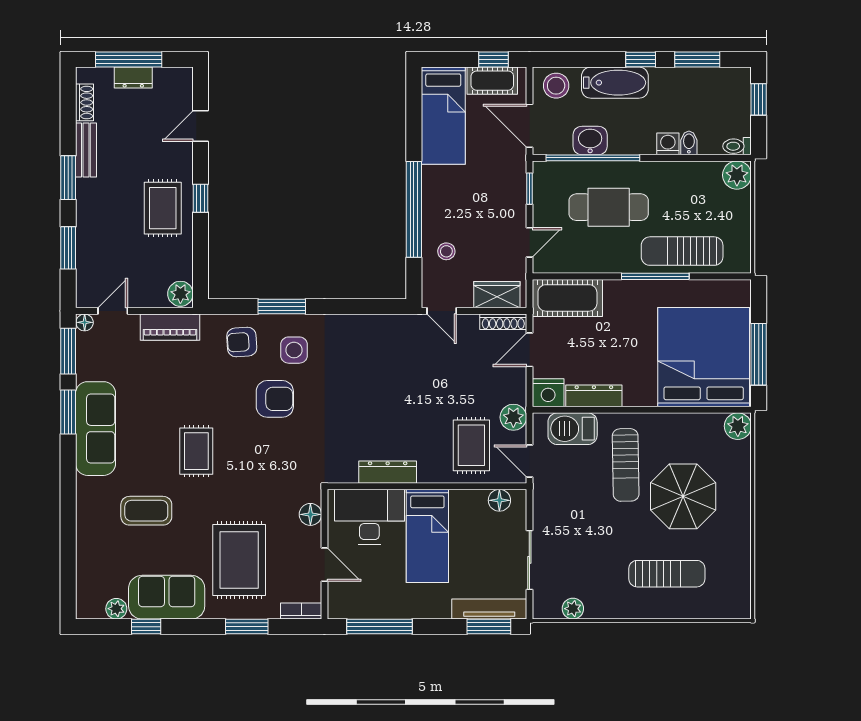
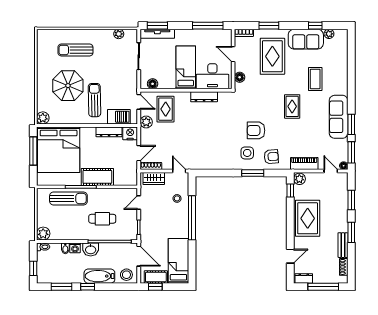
dresser: (133, 78) -> (304, 278), moved
washbasin: (590, 141) -> (91, 249), moved
window: (201, 198) -> (290, 191), moved
cafe table: (609, 207) -> (102, 219), width x0.73, depth x0.74
rug: (163, 208) -> (308, 218), width x1.36, depth x1.43
cot: (567, 298) -> (97, 177), moved
door: (113, 311) -> (331, 171), swing flipped
coffee table: (146, 511) -> (315, 79), turned 90

